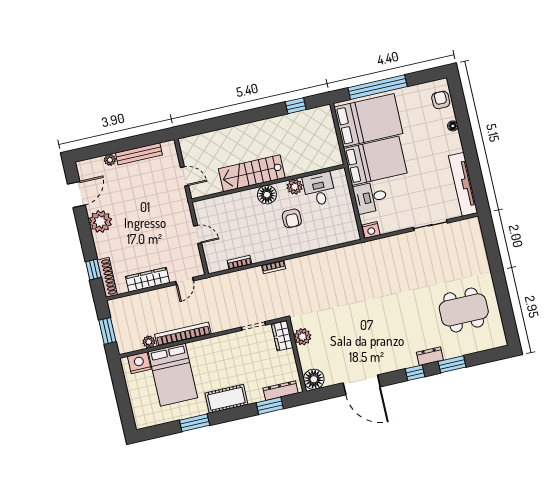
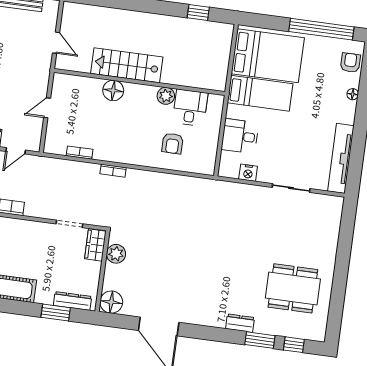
window: (378, 87) -> (321, 29), moved
bed: (375, 161) -> (260, 93), width x0.67
floor lamp: (267, 195) -> (113, 90), moved
armchair: (292, 218) -> (172, 143), moved
nightstand: (371, 230) -> (248, 173), moved
door: (198, 235) -> (47, 108), swing flipped
window: (415, 373) -> (294, 345), moved

